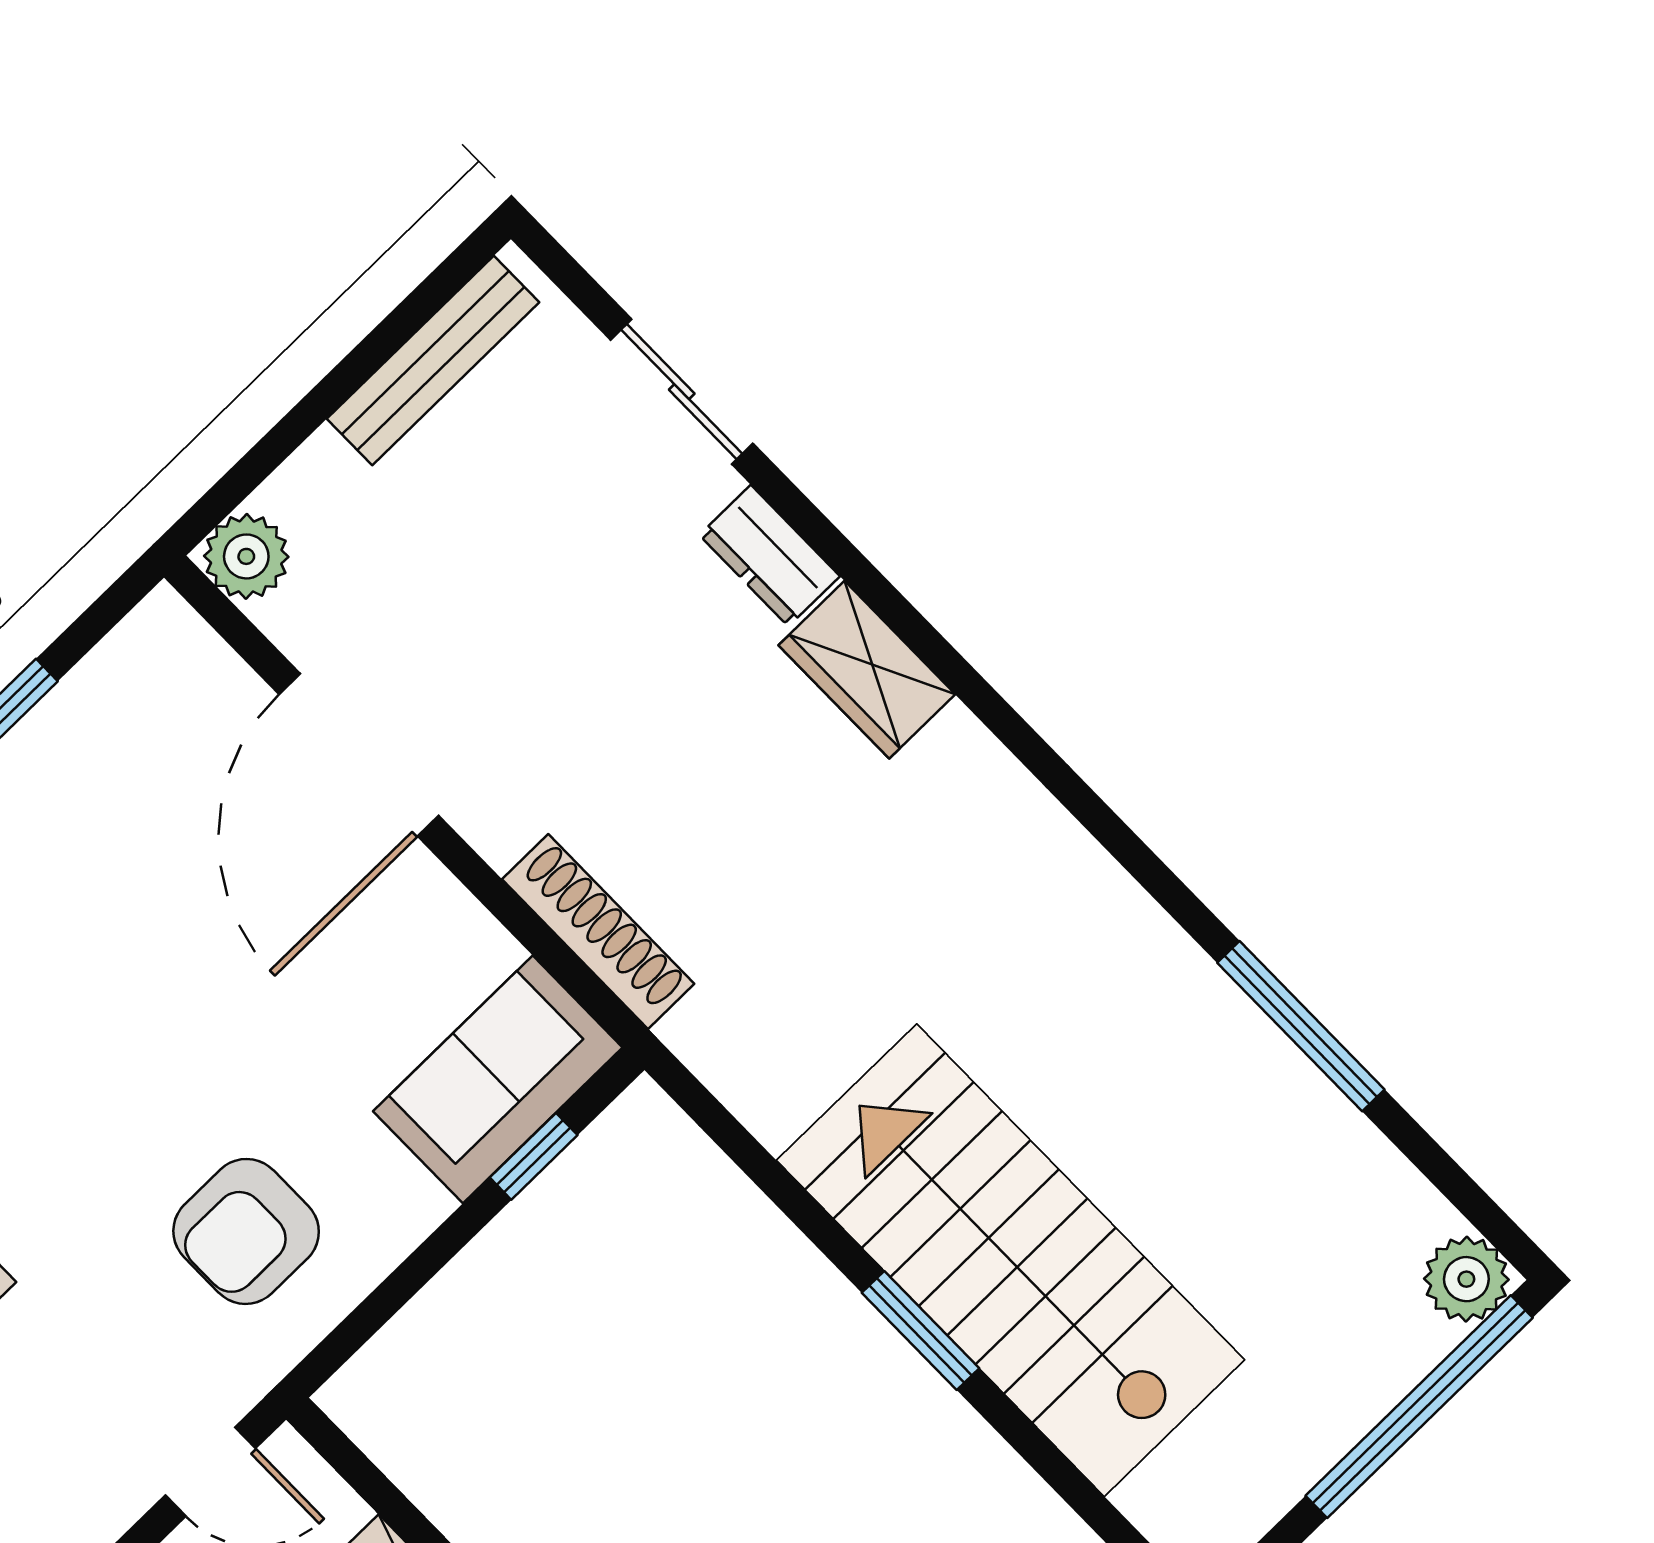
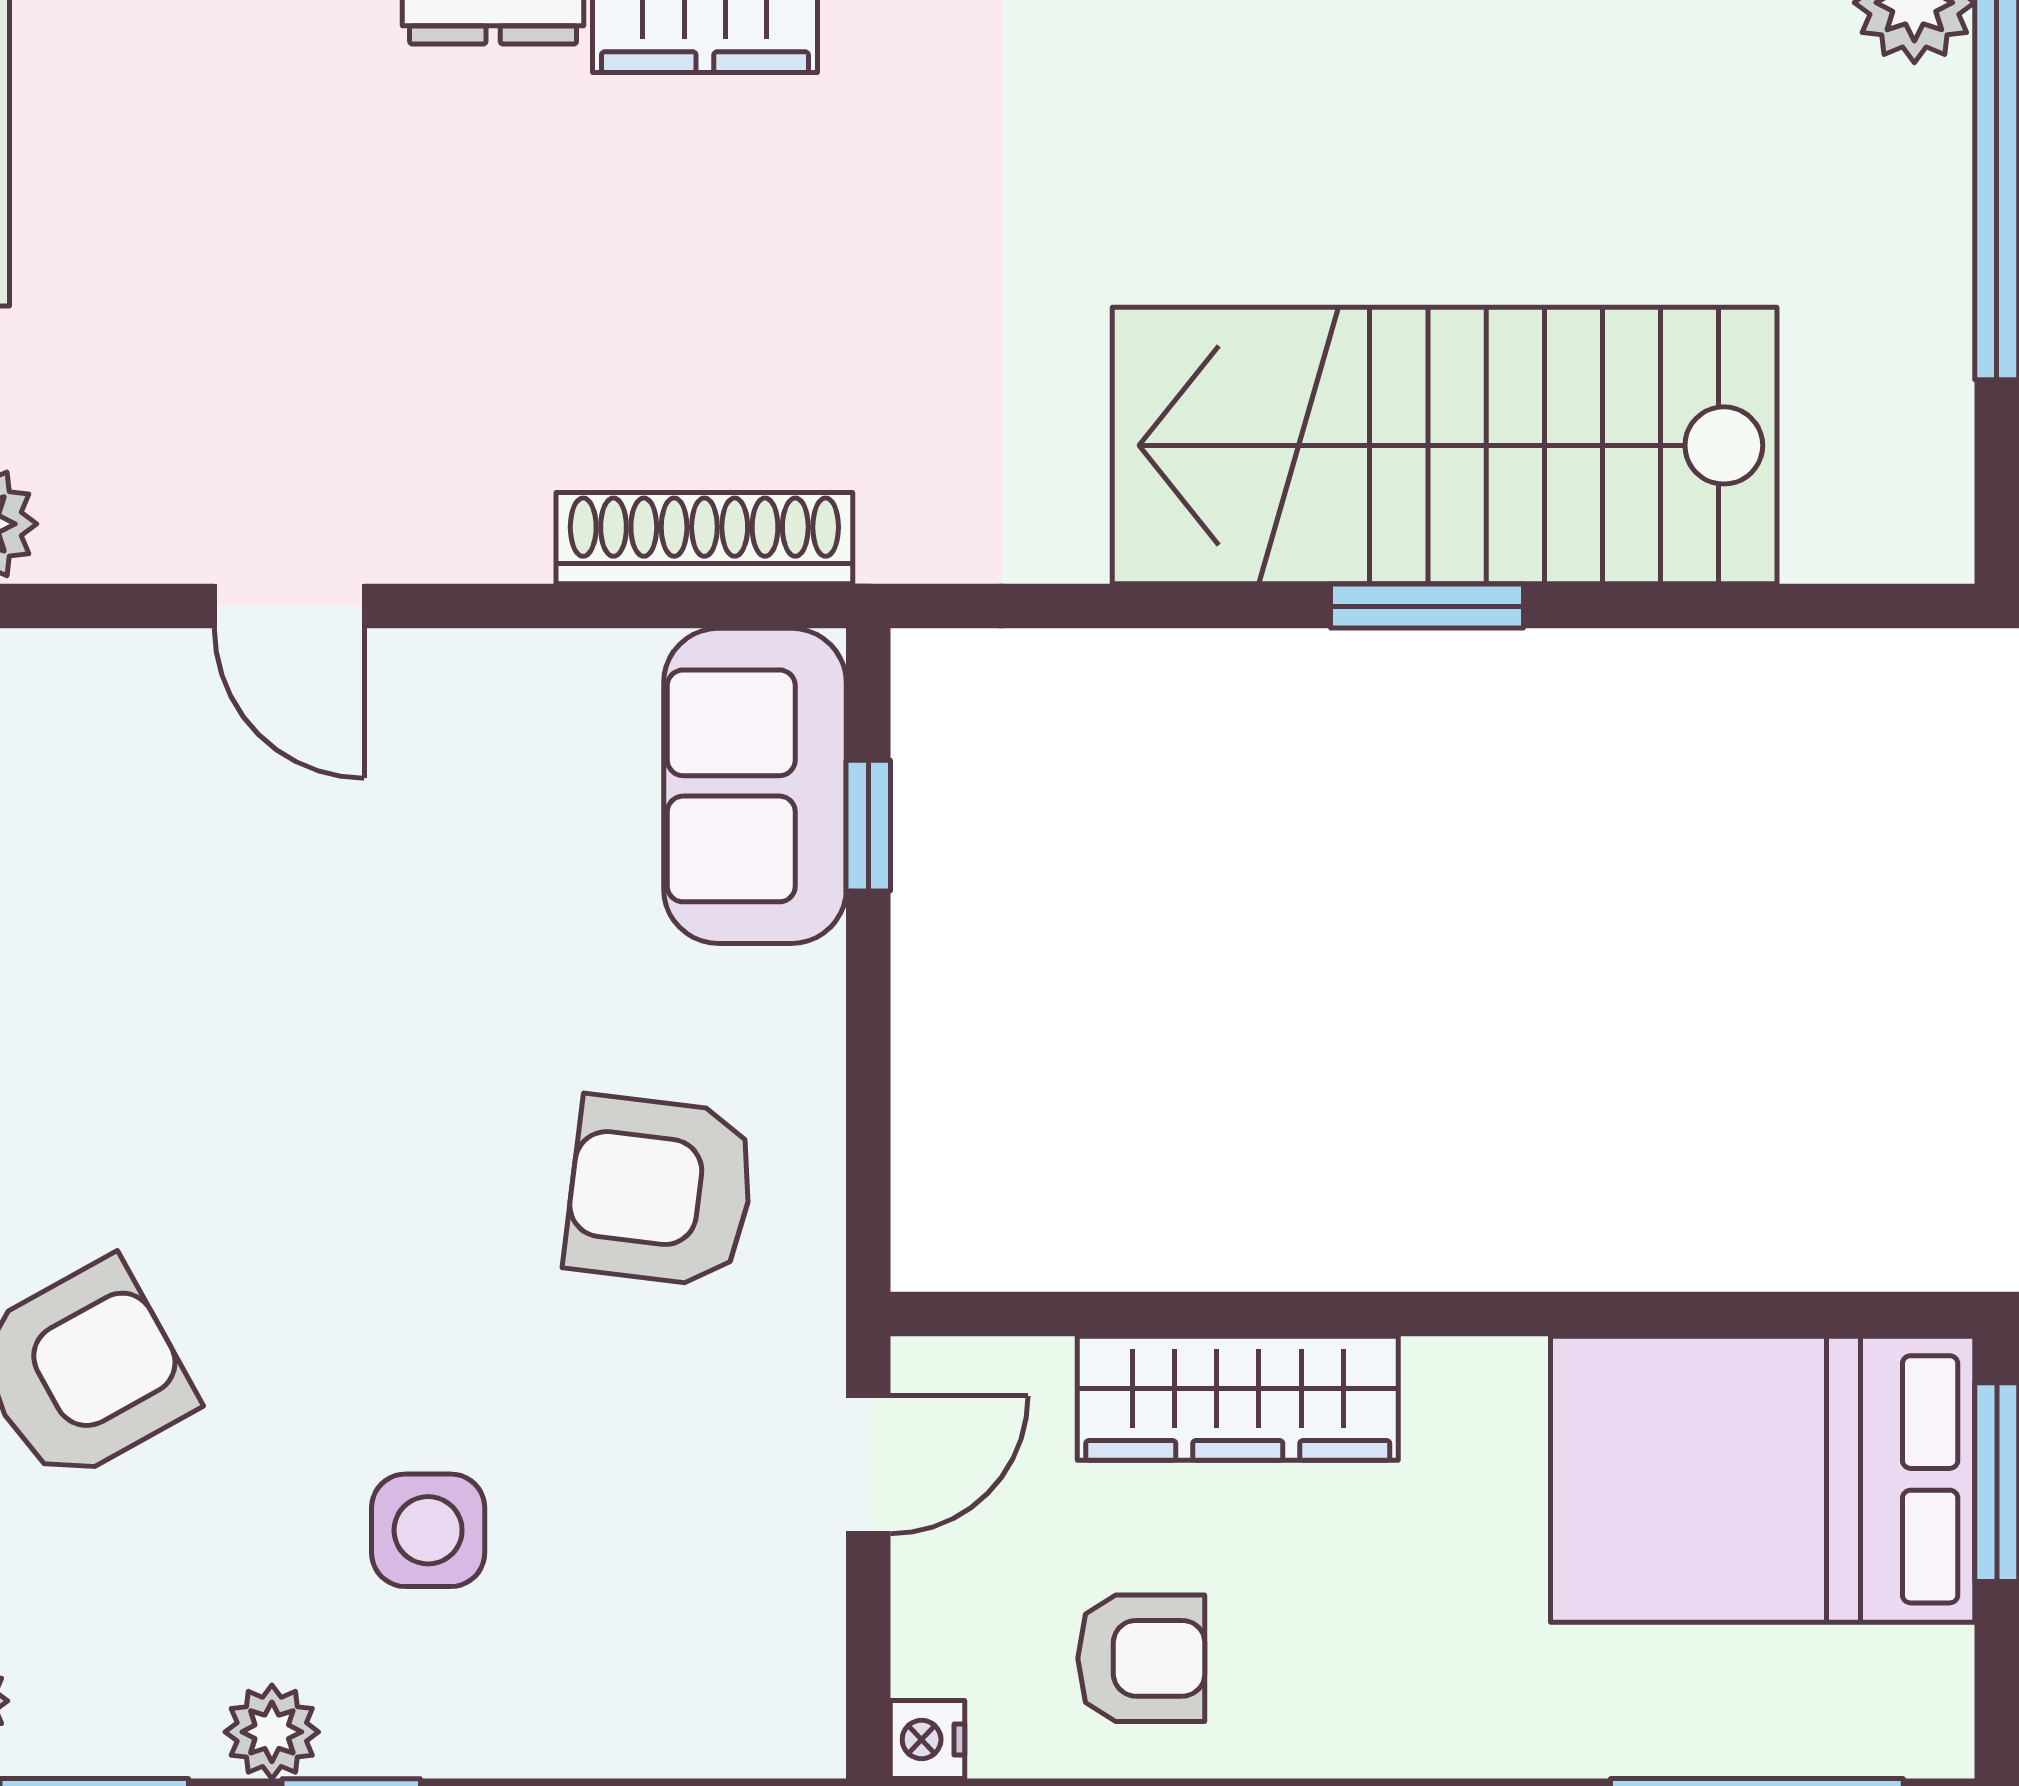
door: (359, 755) -> (289, 606), width x0.53
armchair: (246, 1231) -> (660, 1191), turned 97

